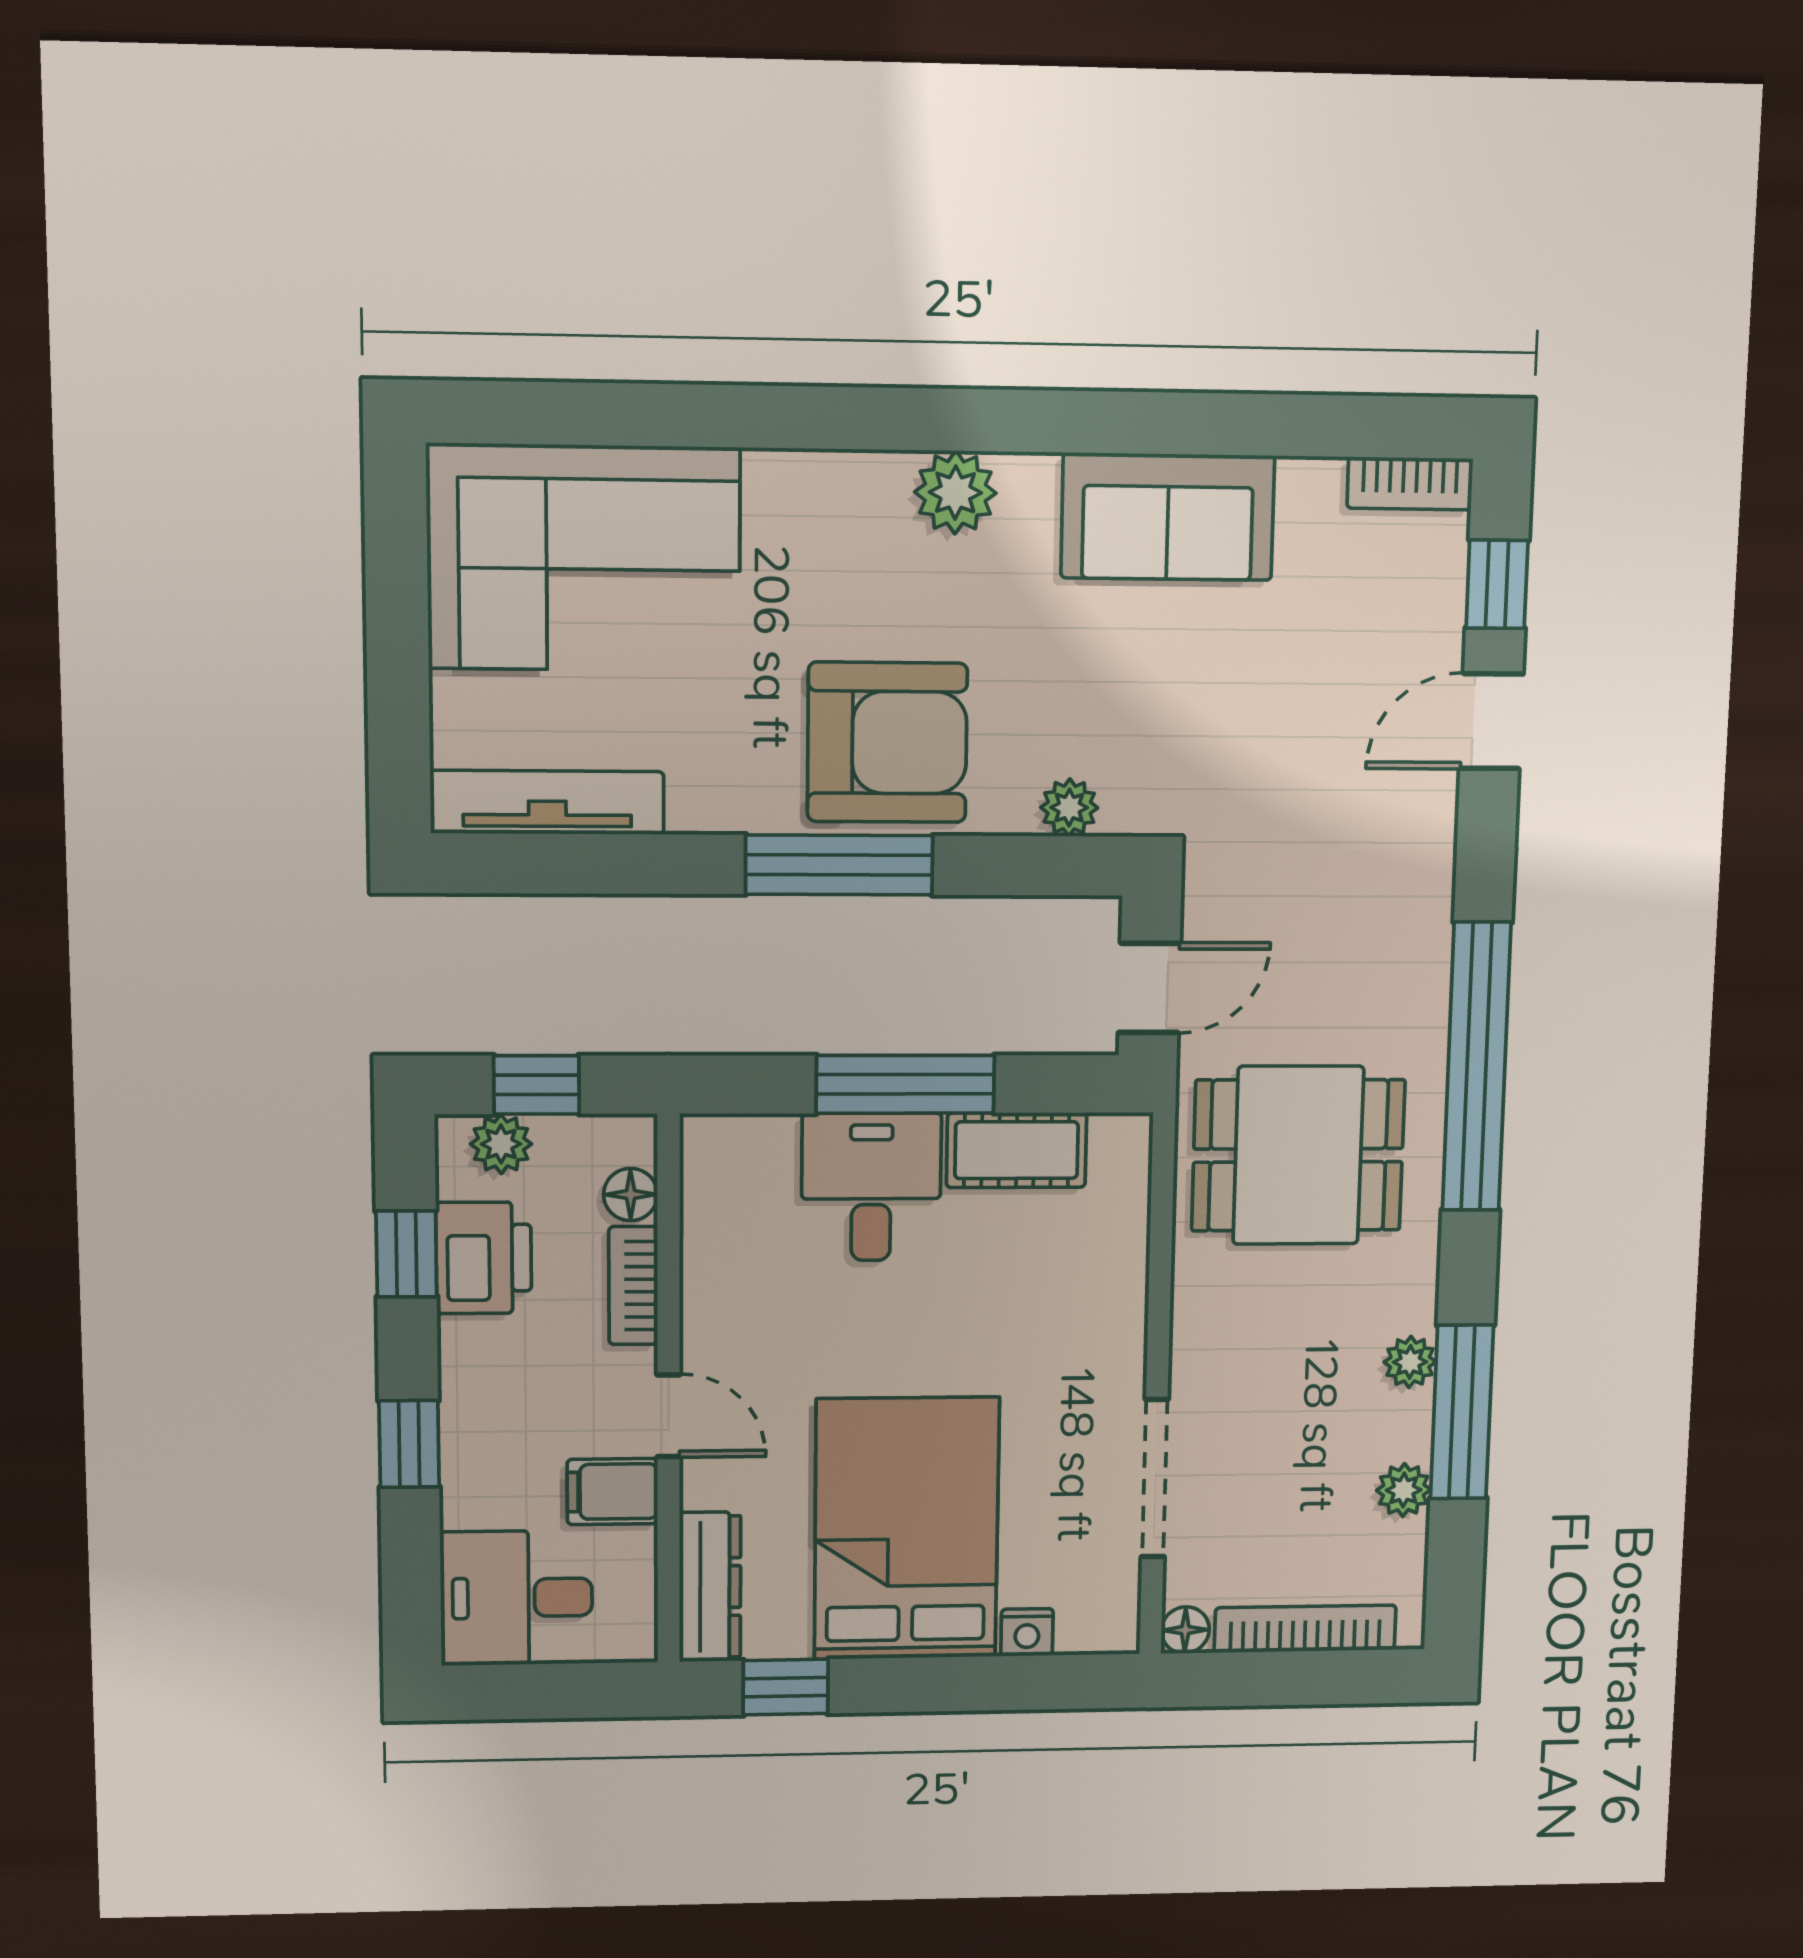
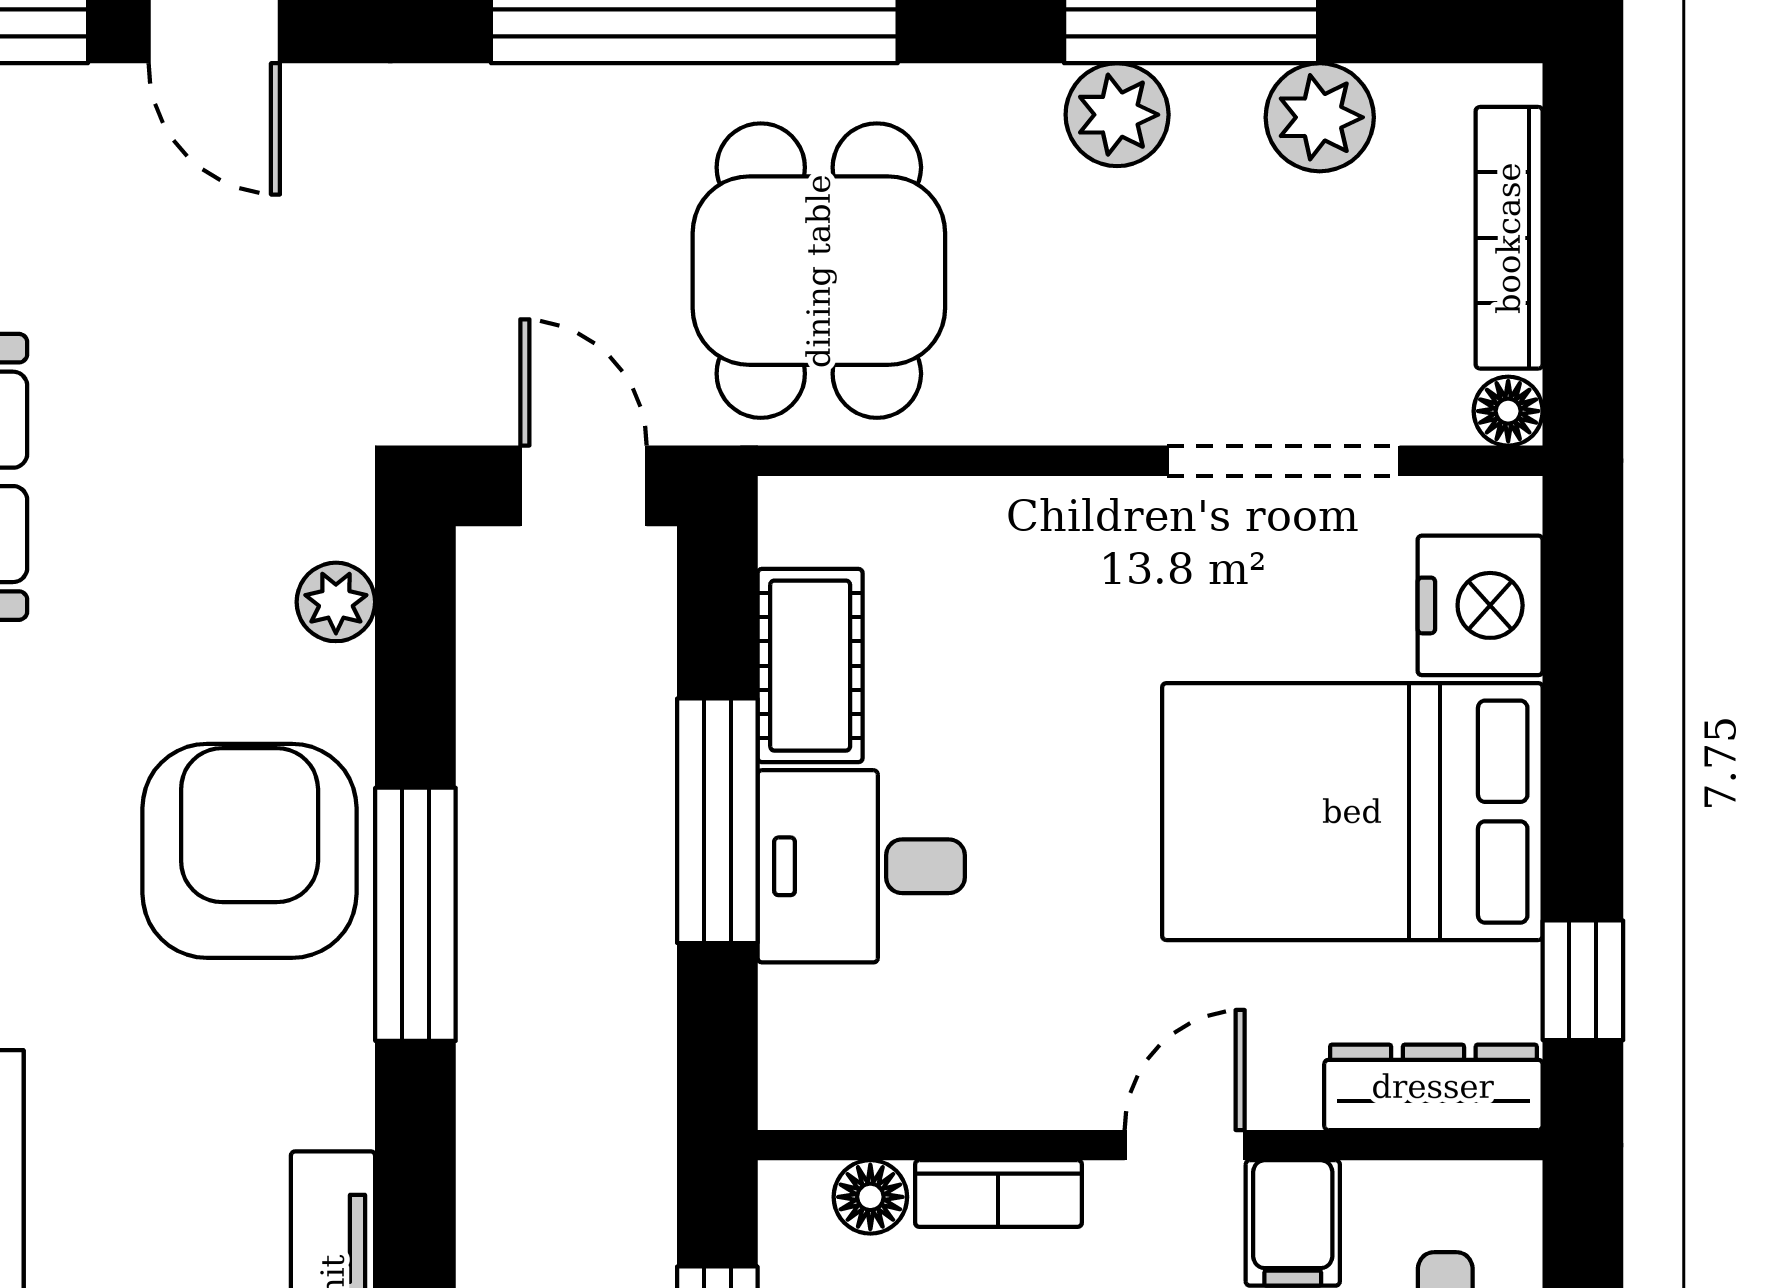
plant: (1410, 1362) -> (1117, 115), width x1.38, depth x1.38
plant: (1404, 1490) -> (1320, 117), width x1.38, depth x1.38
nightstand: (1027, 1632) -> (1480, 605), width x1.89, depth x1.79

